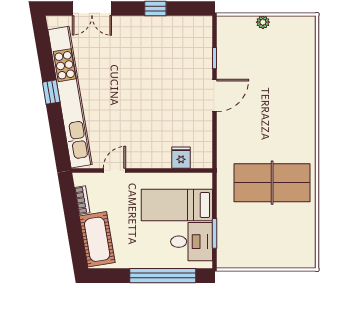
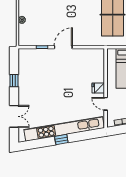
door: (214, 95) -> (63, 47), hinge flipped
fridge: (181, 158) -> (98, 88), moved

